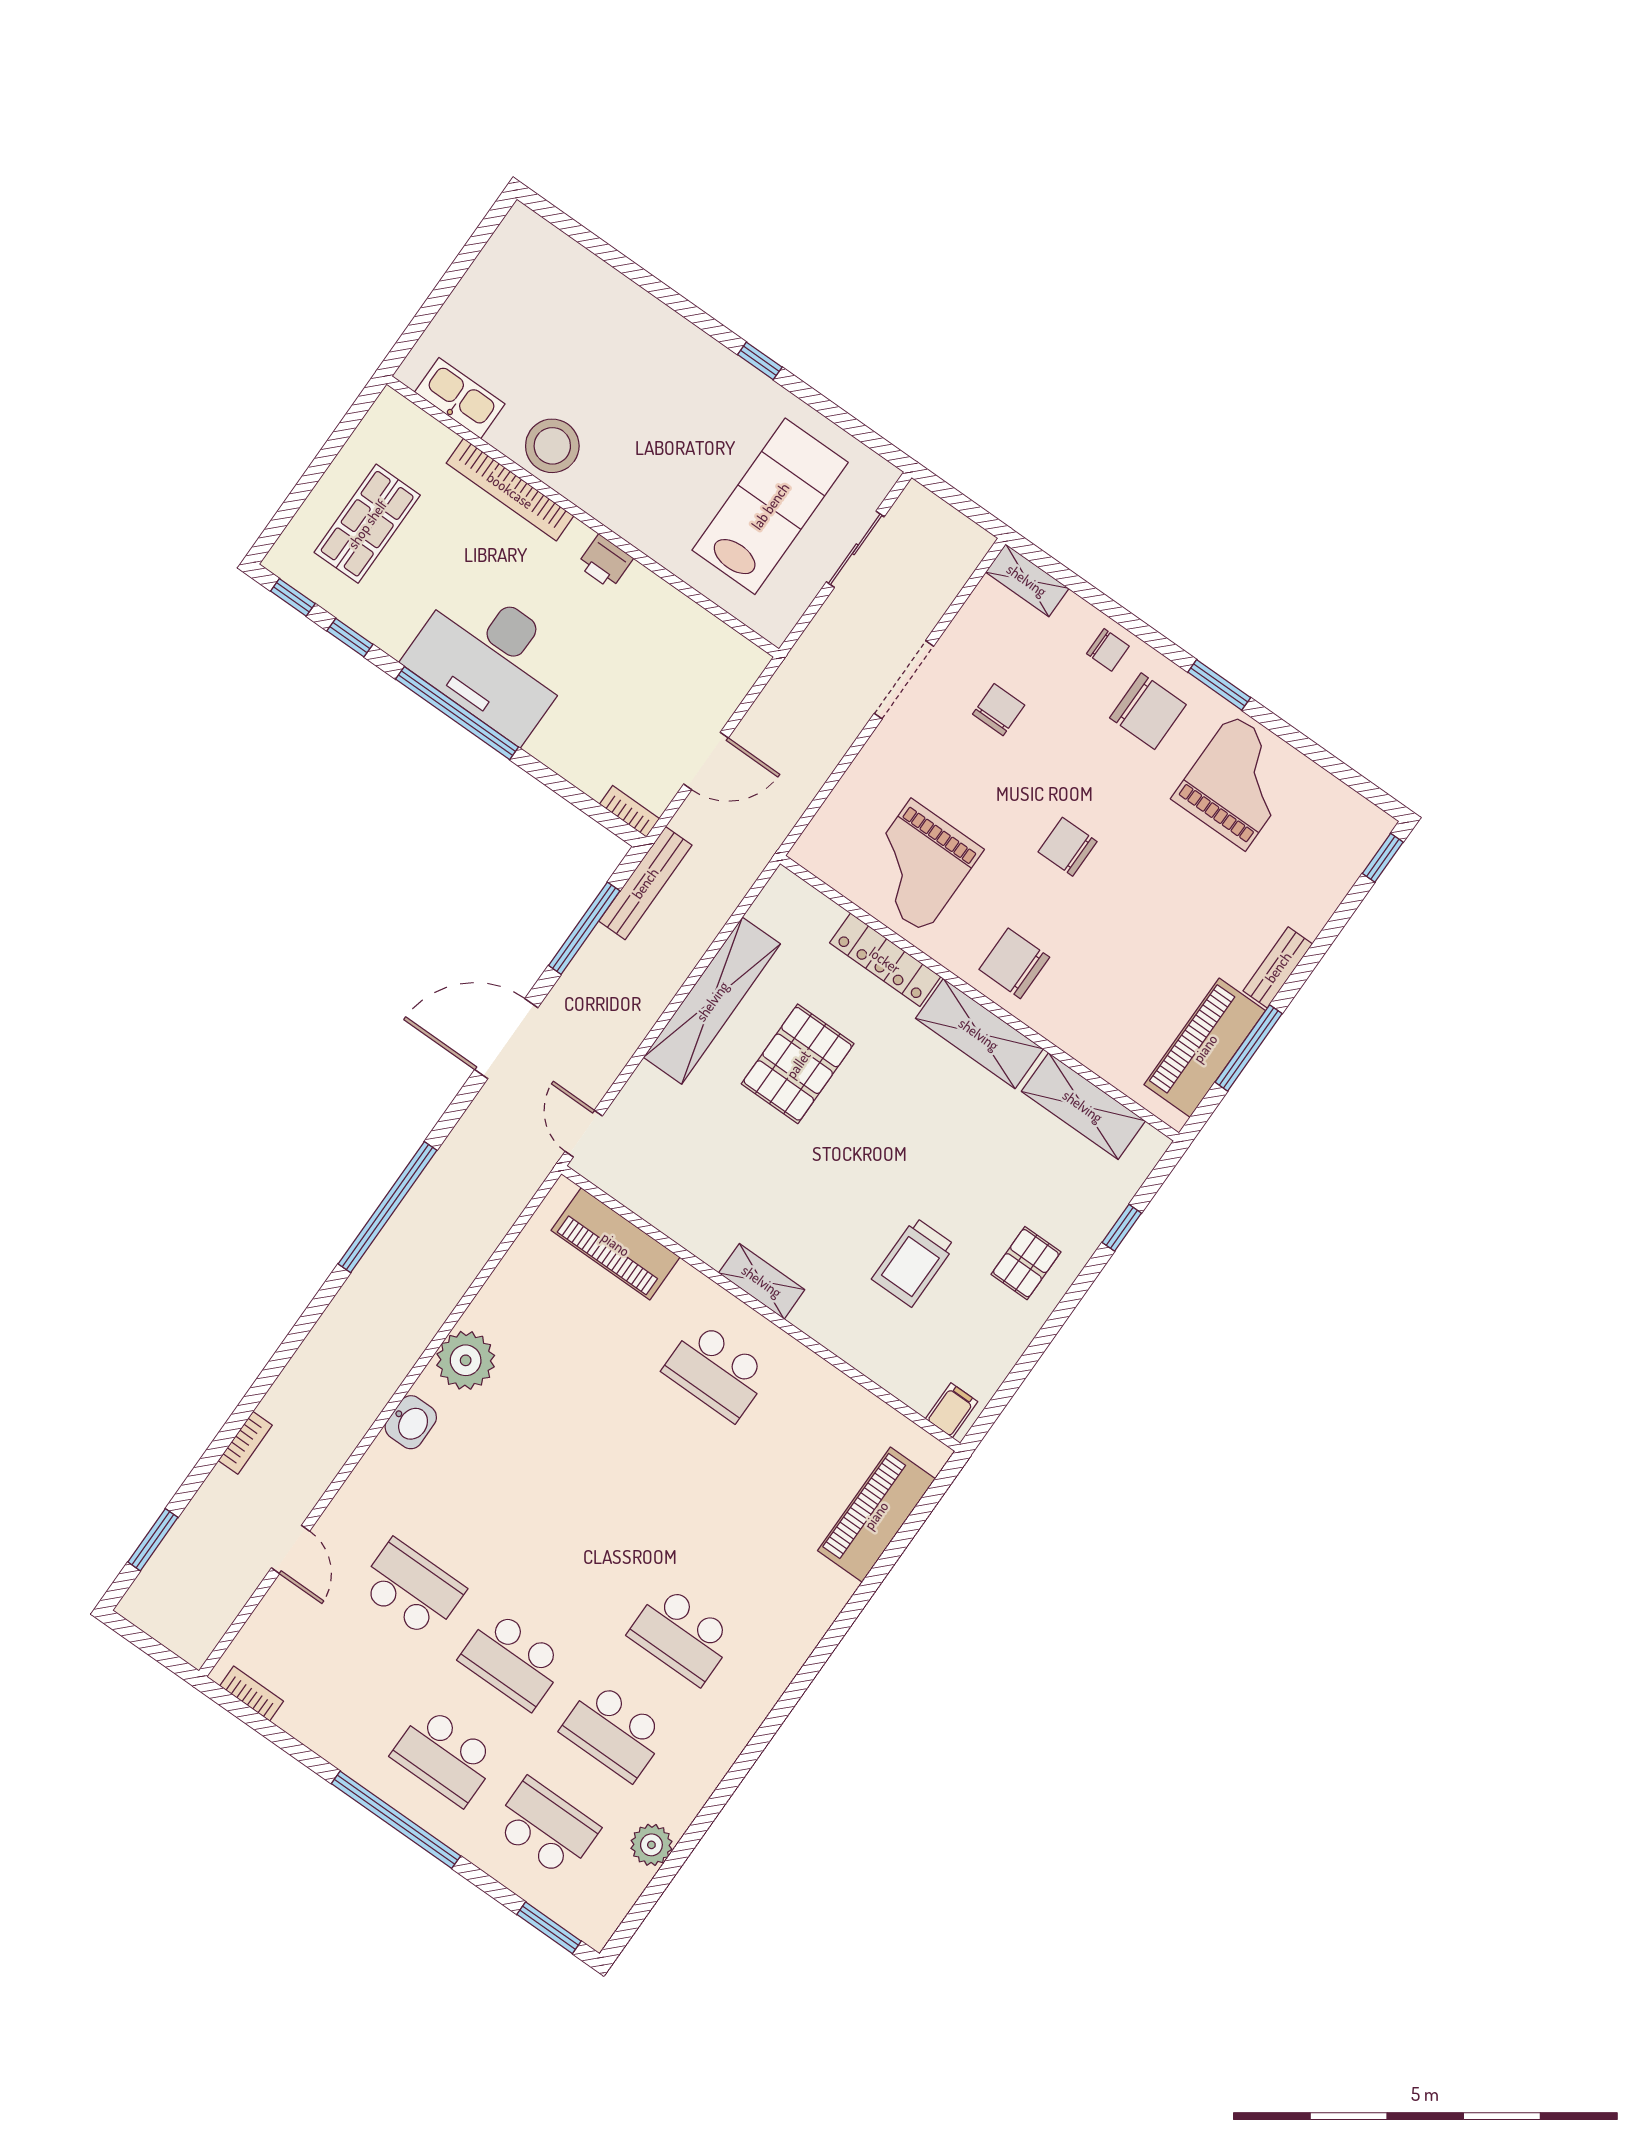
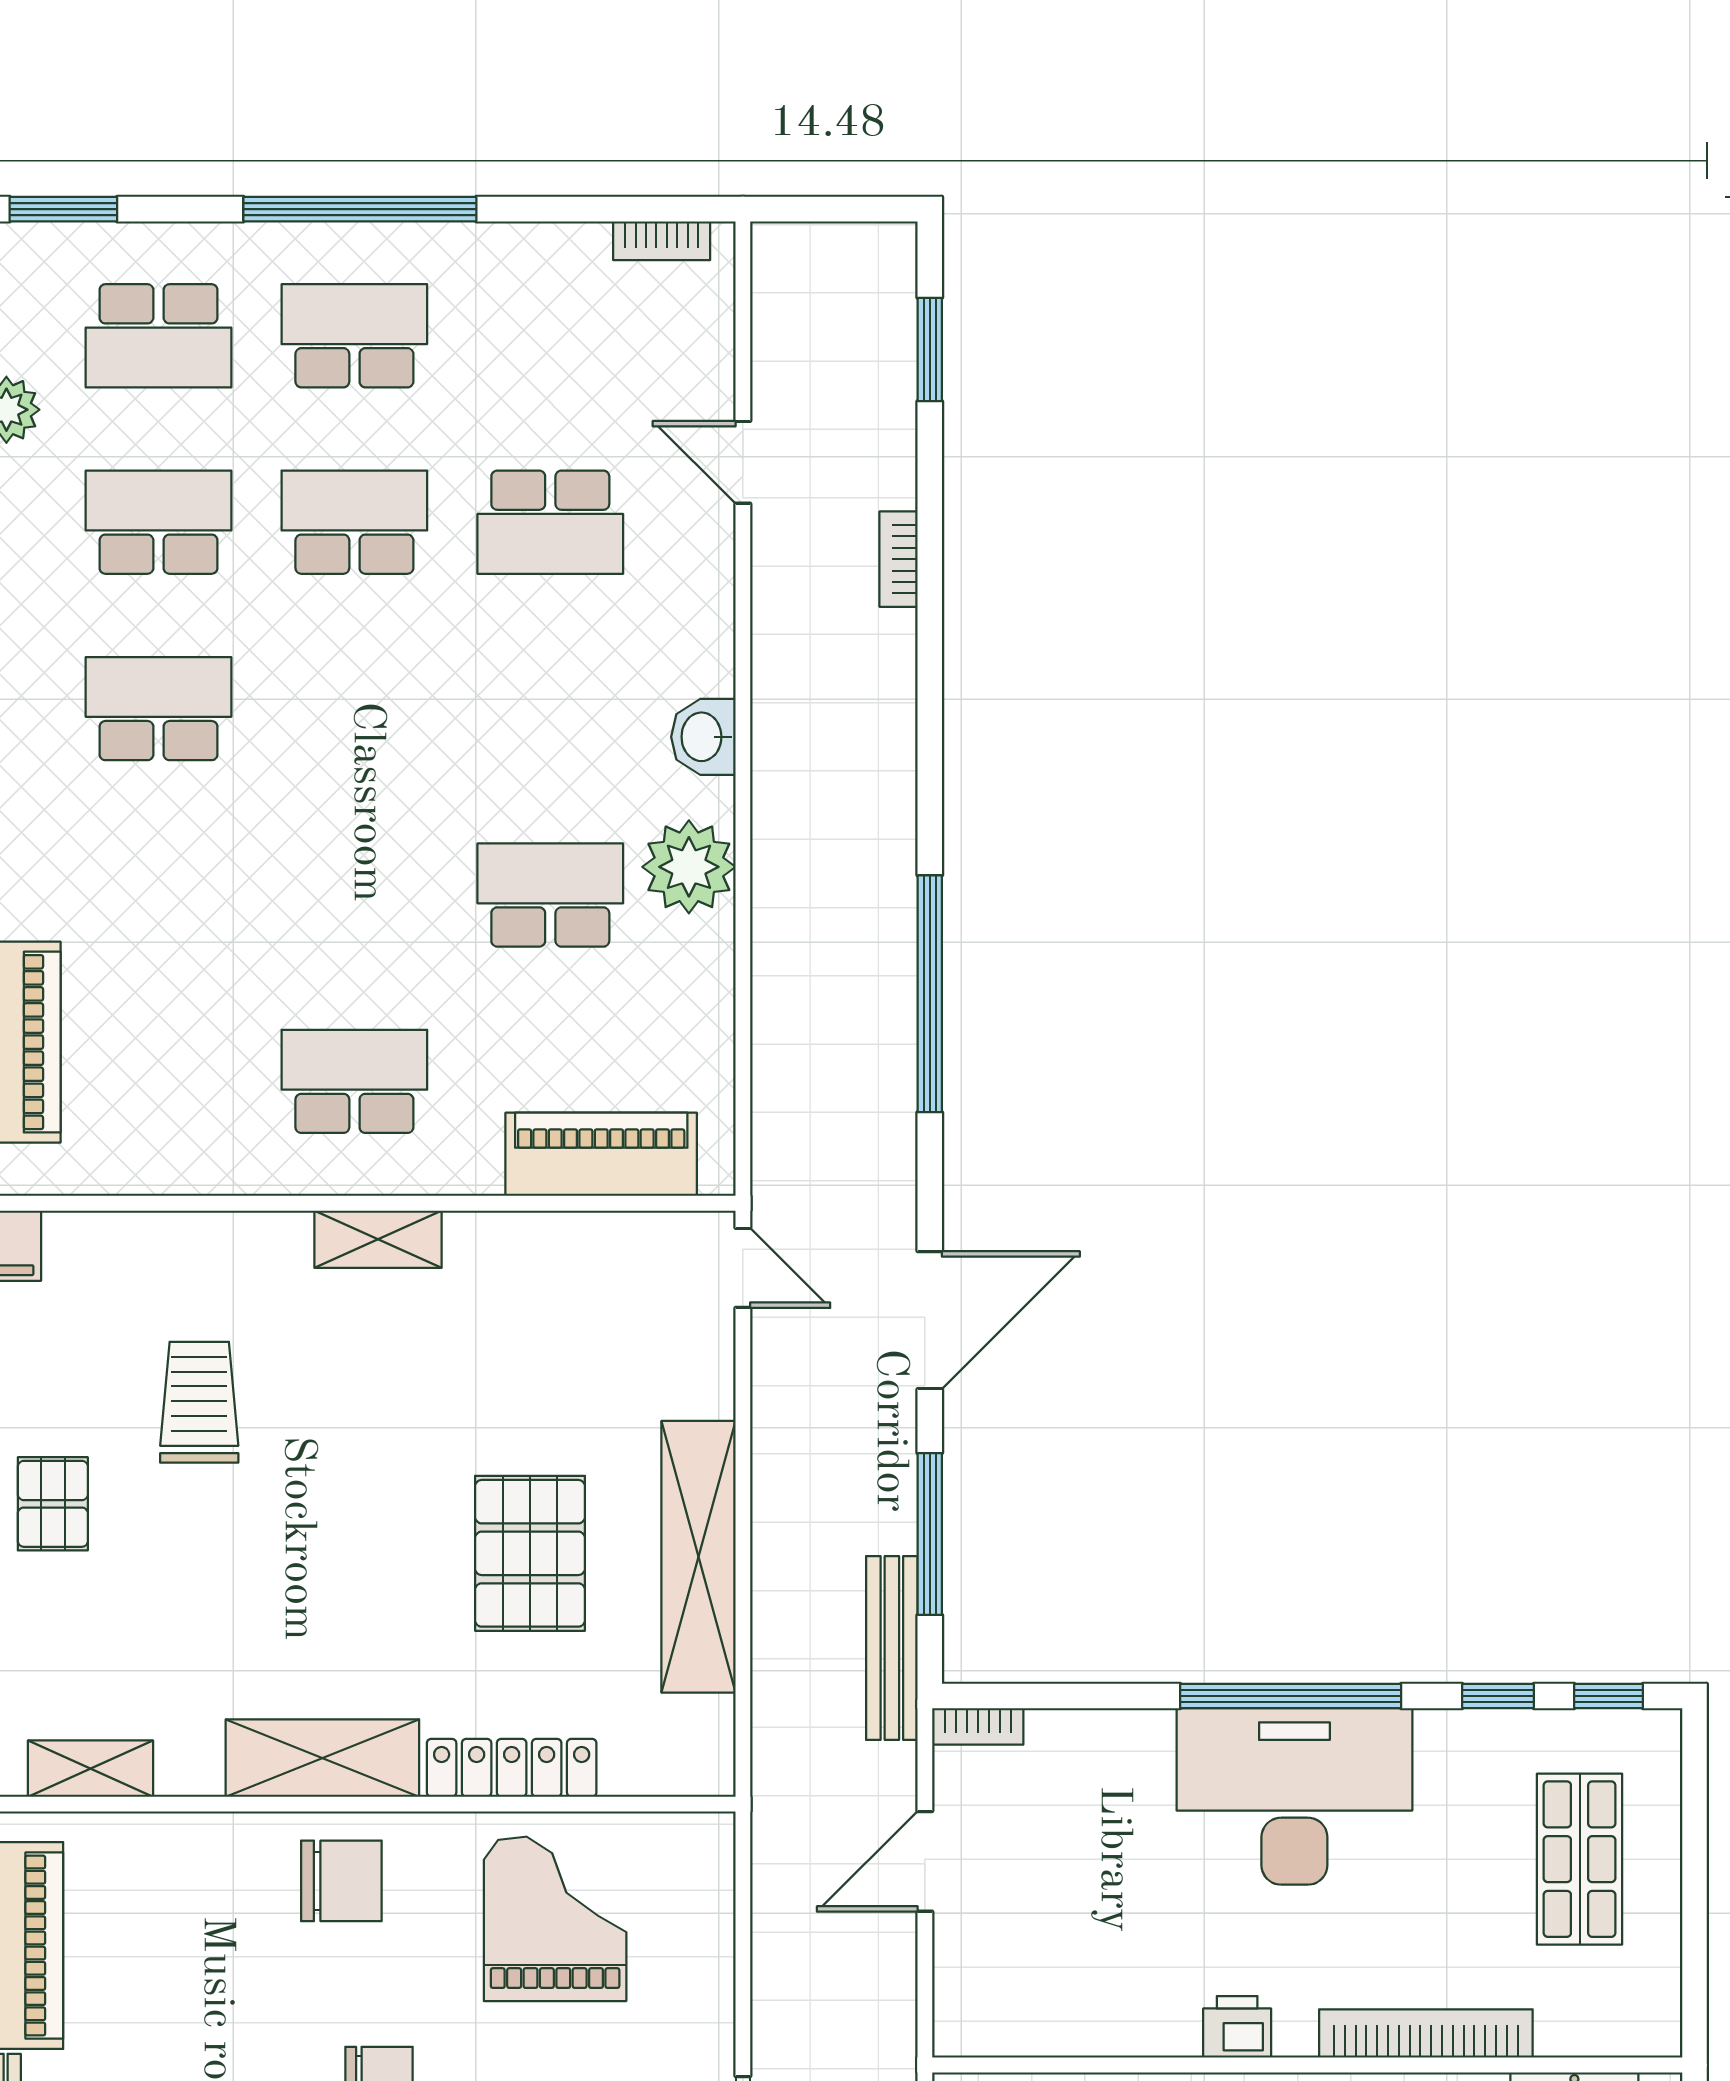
shelving: (1083, 1106) -> (90, 1769), width x0.67, depth x0.75
school desk: (547, 1396) -> (550, 895), added

